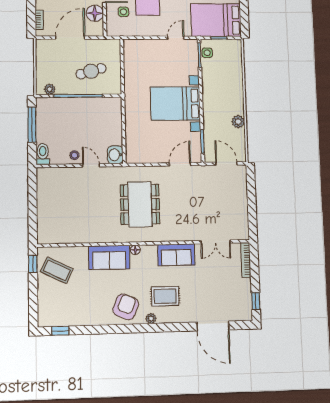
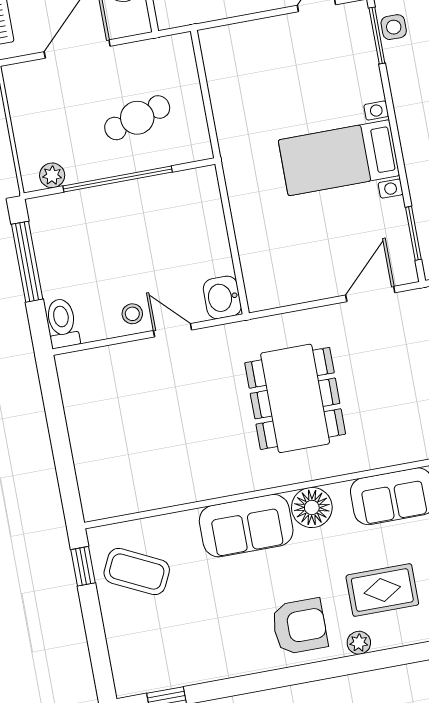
bed with nightstands: (175, 104) -> (339, 158), width x0.73
floor lamp: (135, 250) -> (312, 507), width x1.89, depth x1.89
armchair: (126, 307) -> (300, 626), turned 68

